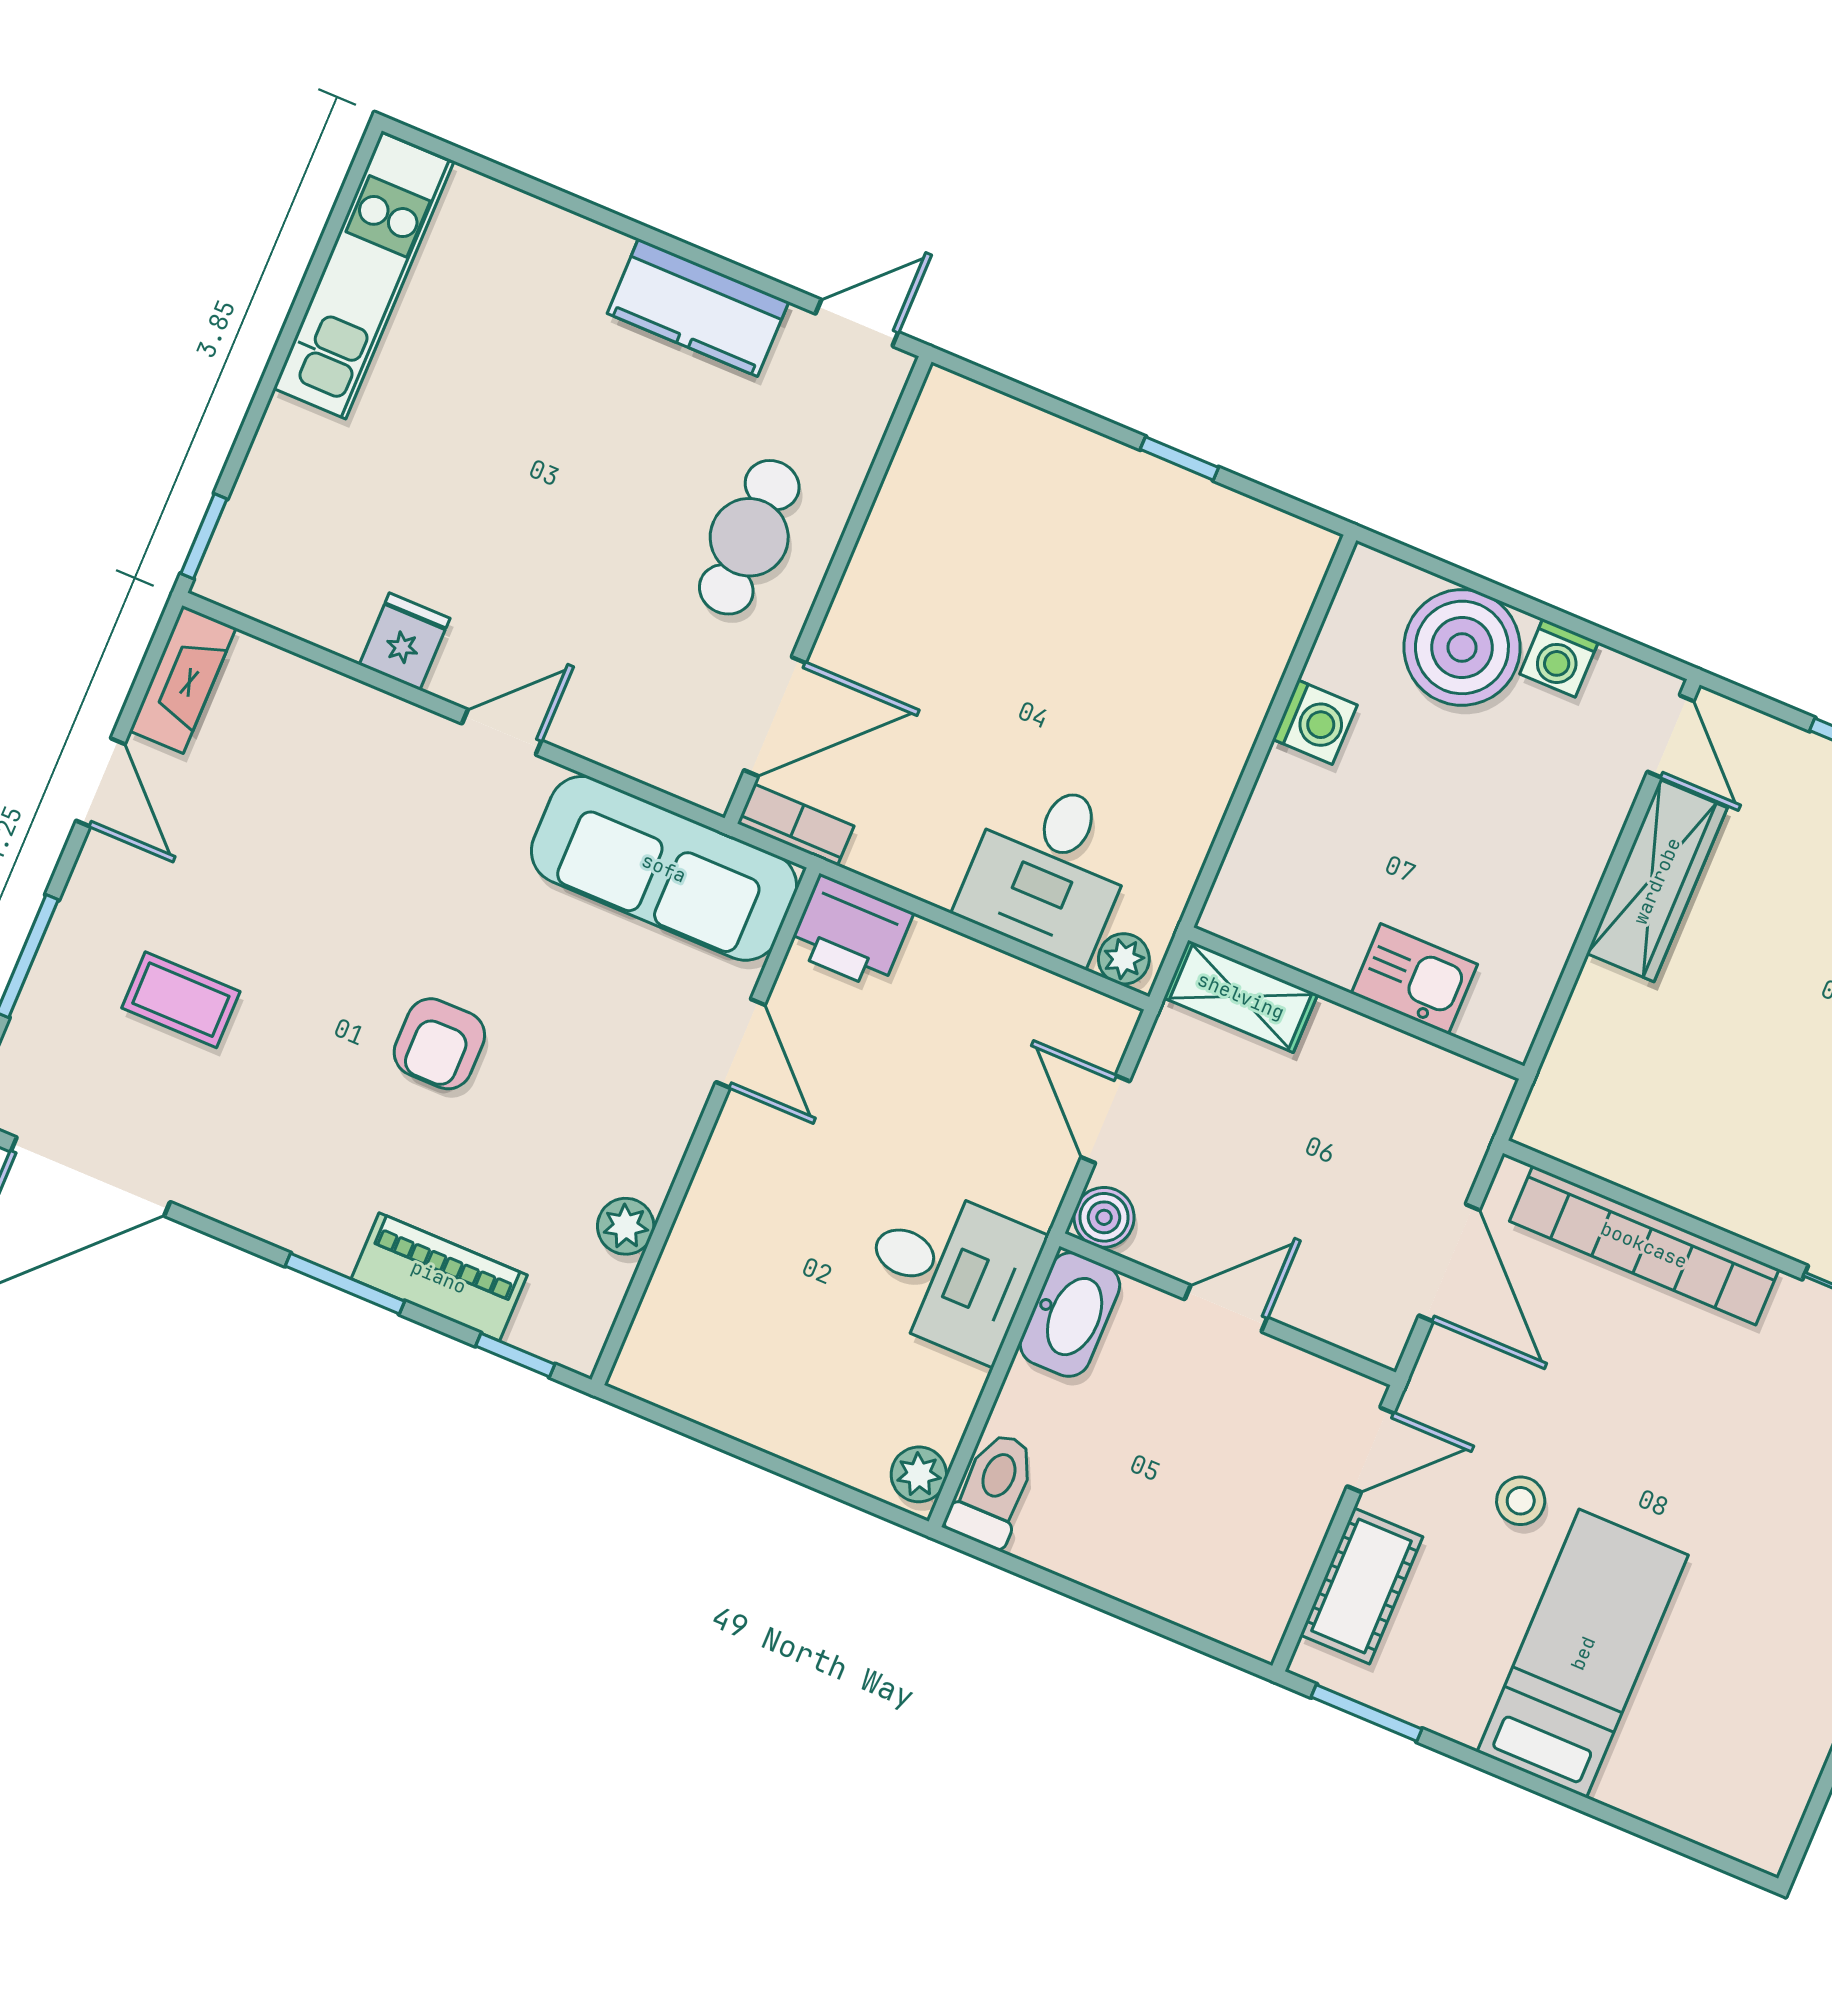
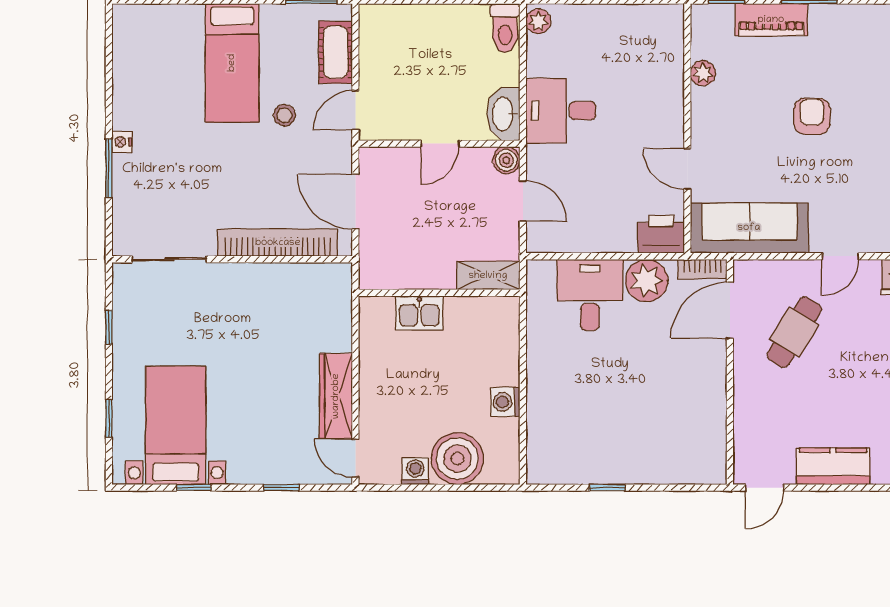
cafe table: (749, 537) -> (794, 332), moved, turned 30
plant: (1124, 959) -> (647, 281), moved, width x1.88, depth x1.88

